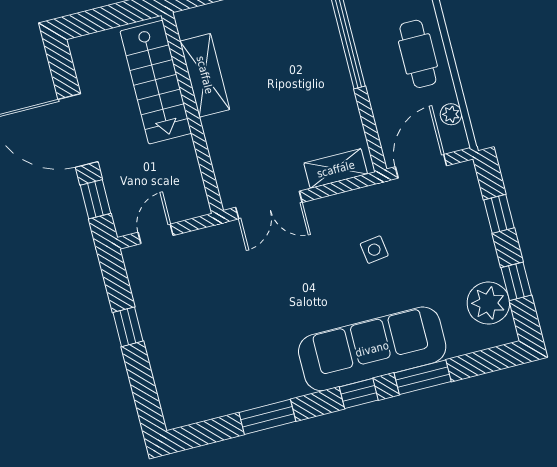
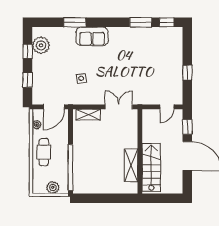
sofa: (372, 349) -> (92, 36), width x0.54, depth x0.79
window: (359, 394) -> (167, 22), moved

